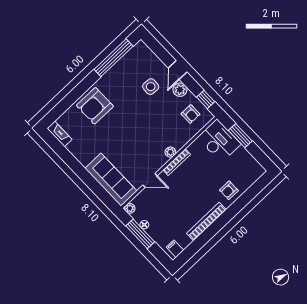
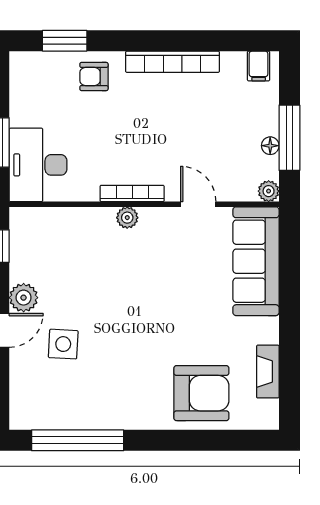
armchair: (95, 106) -> (201, 393), moved
armchair: (191, 114) -> (43, 246), removed
fireplace: (59, 134) -> (268, 372), moved
armchair: (229, 190) -> (94, 77), turned 180
window: (251, 193) -> (65, 41), added

